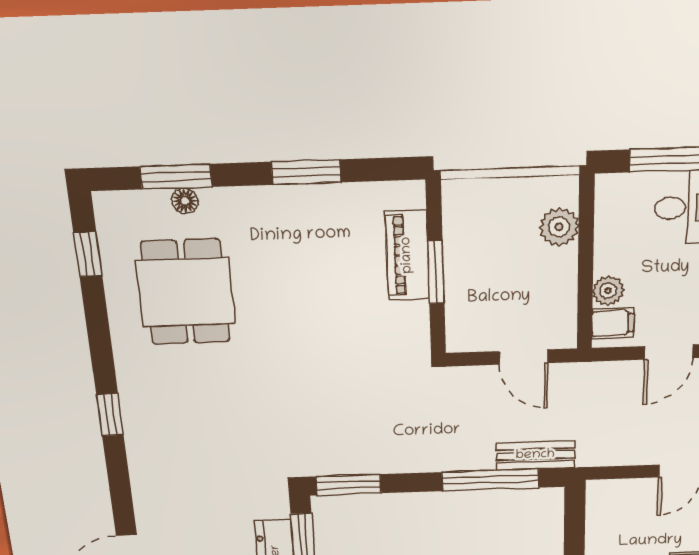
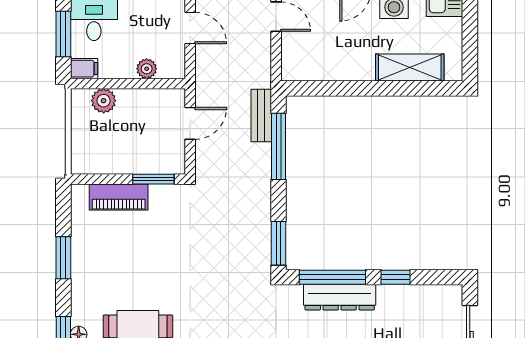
window: (436, 272) -> (153, 179), moved
filing cabinet: (613, 323) -> (84, 69), moved, turned 90

